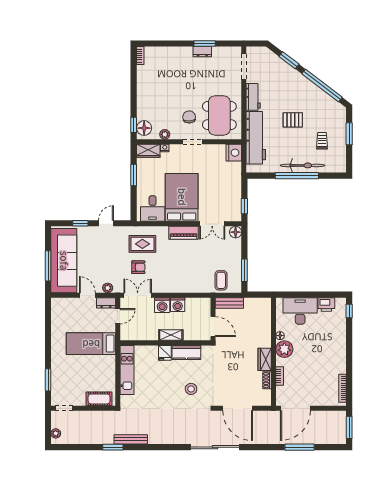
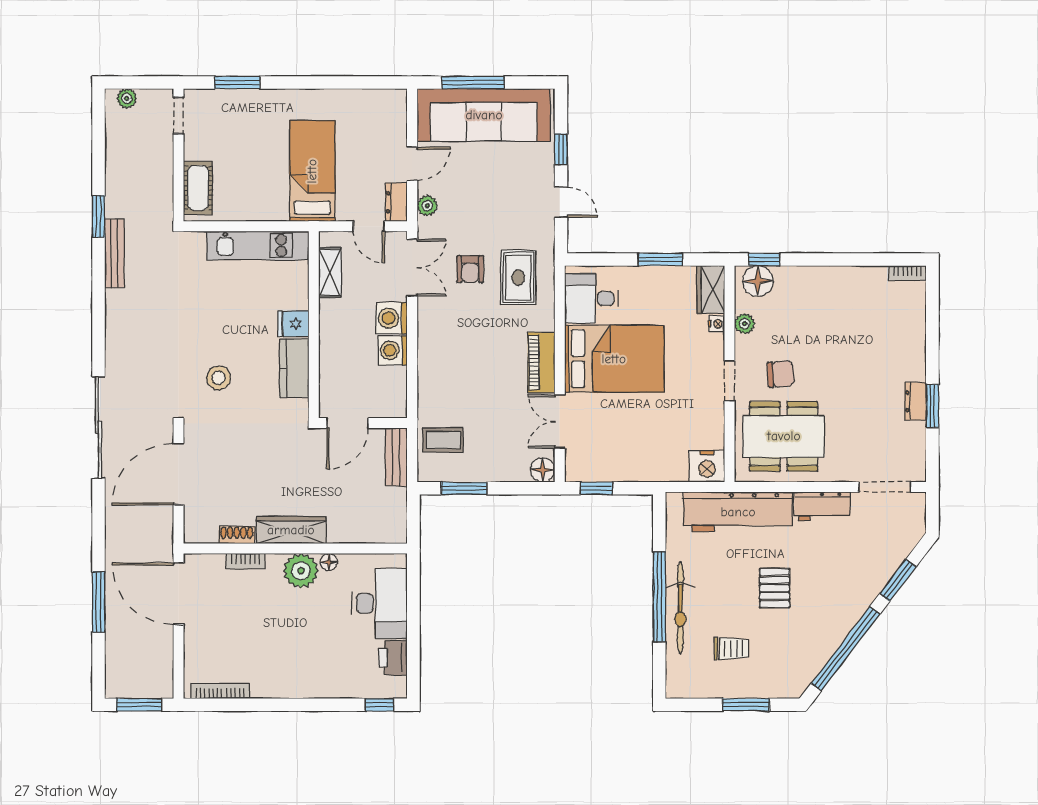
shelving: (171, 335) -> (330, 272), moved
wardrobe: (265, 359) -> (291, 530), width x1.50

